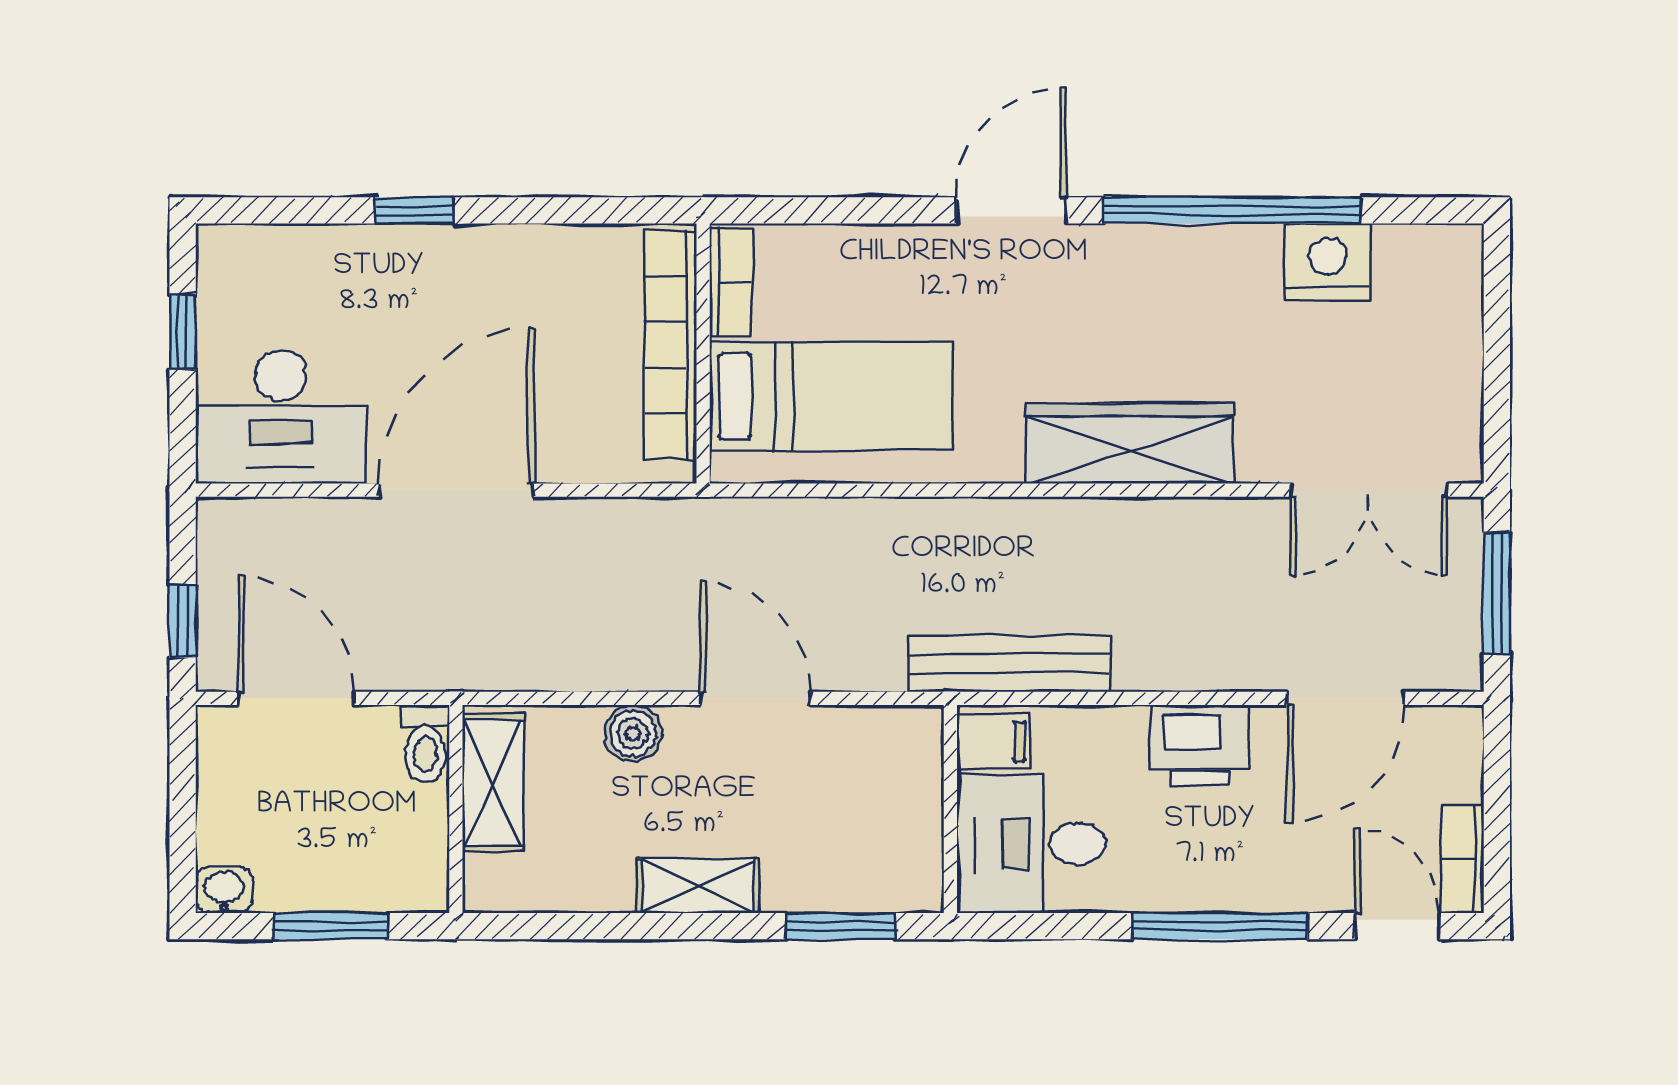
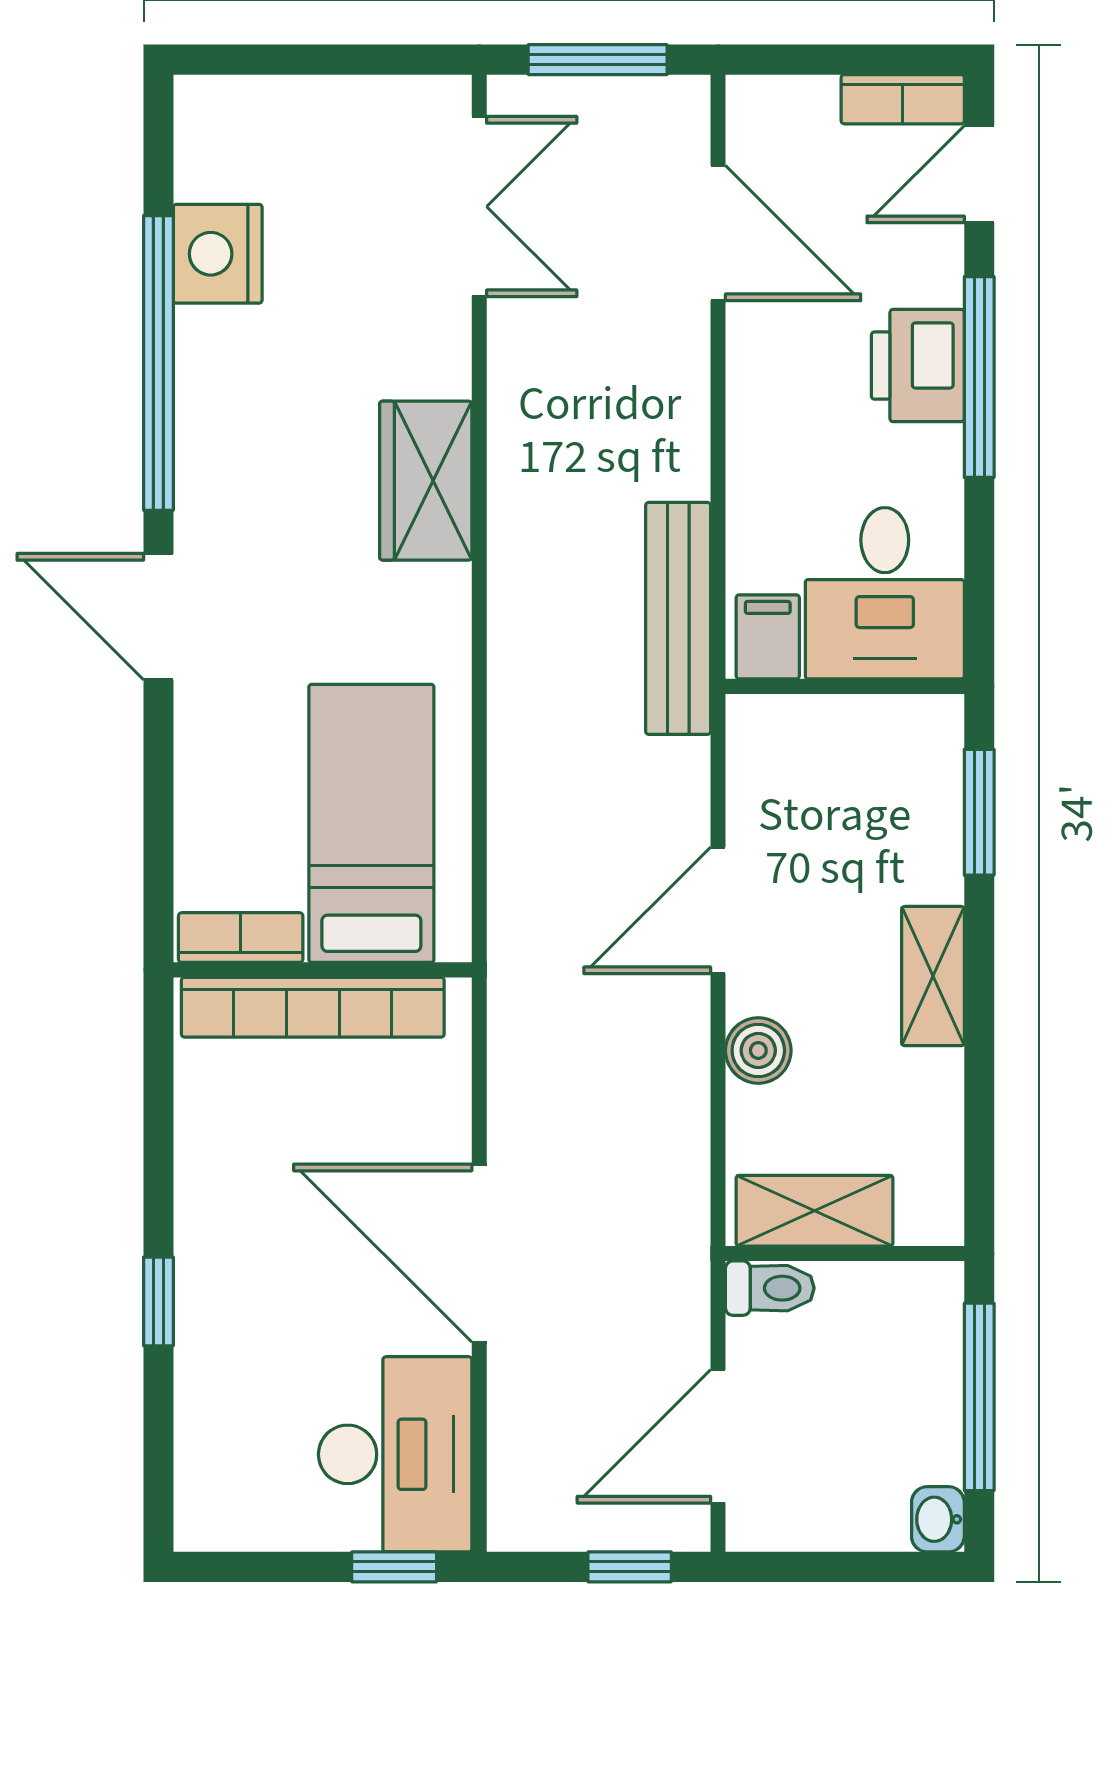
window: (183, 332) -> (394, 1567), moved
wardrobe: (1130, 444) -> (426, 481), width x0.67
printer: (1200, 745) -> (918, 366), moved, turned 180
window: (331, 926) -> (979, 1397), width x1.44

